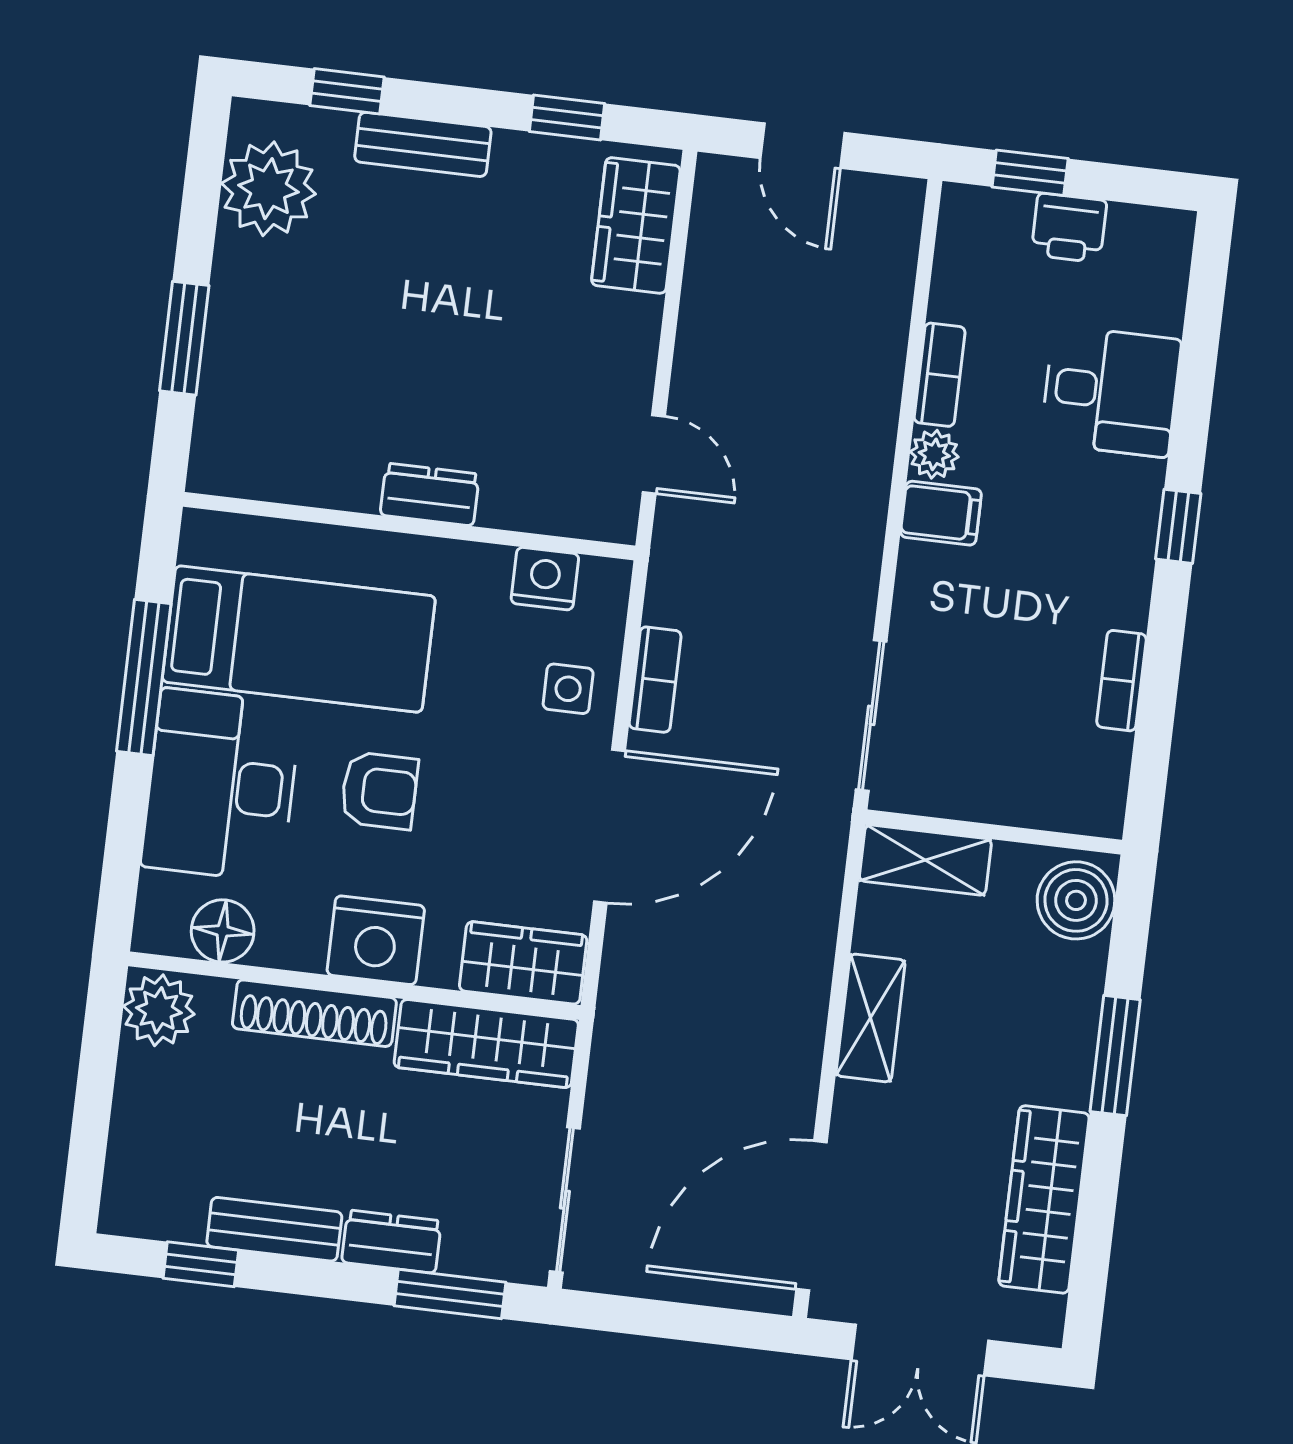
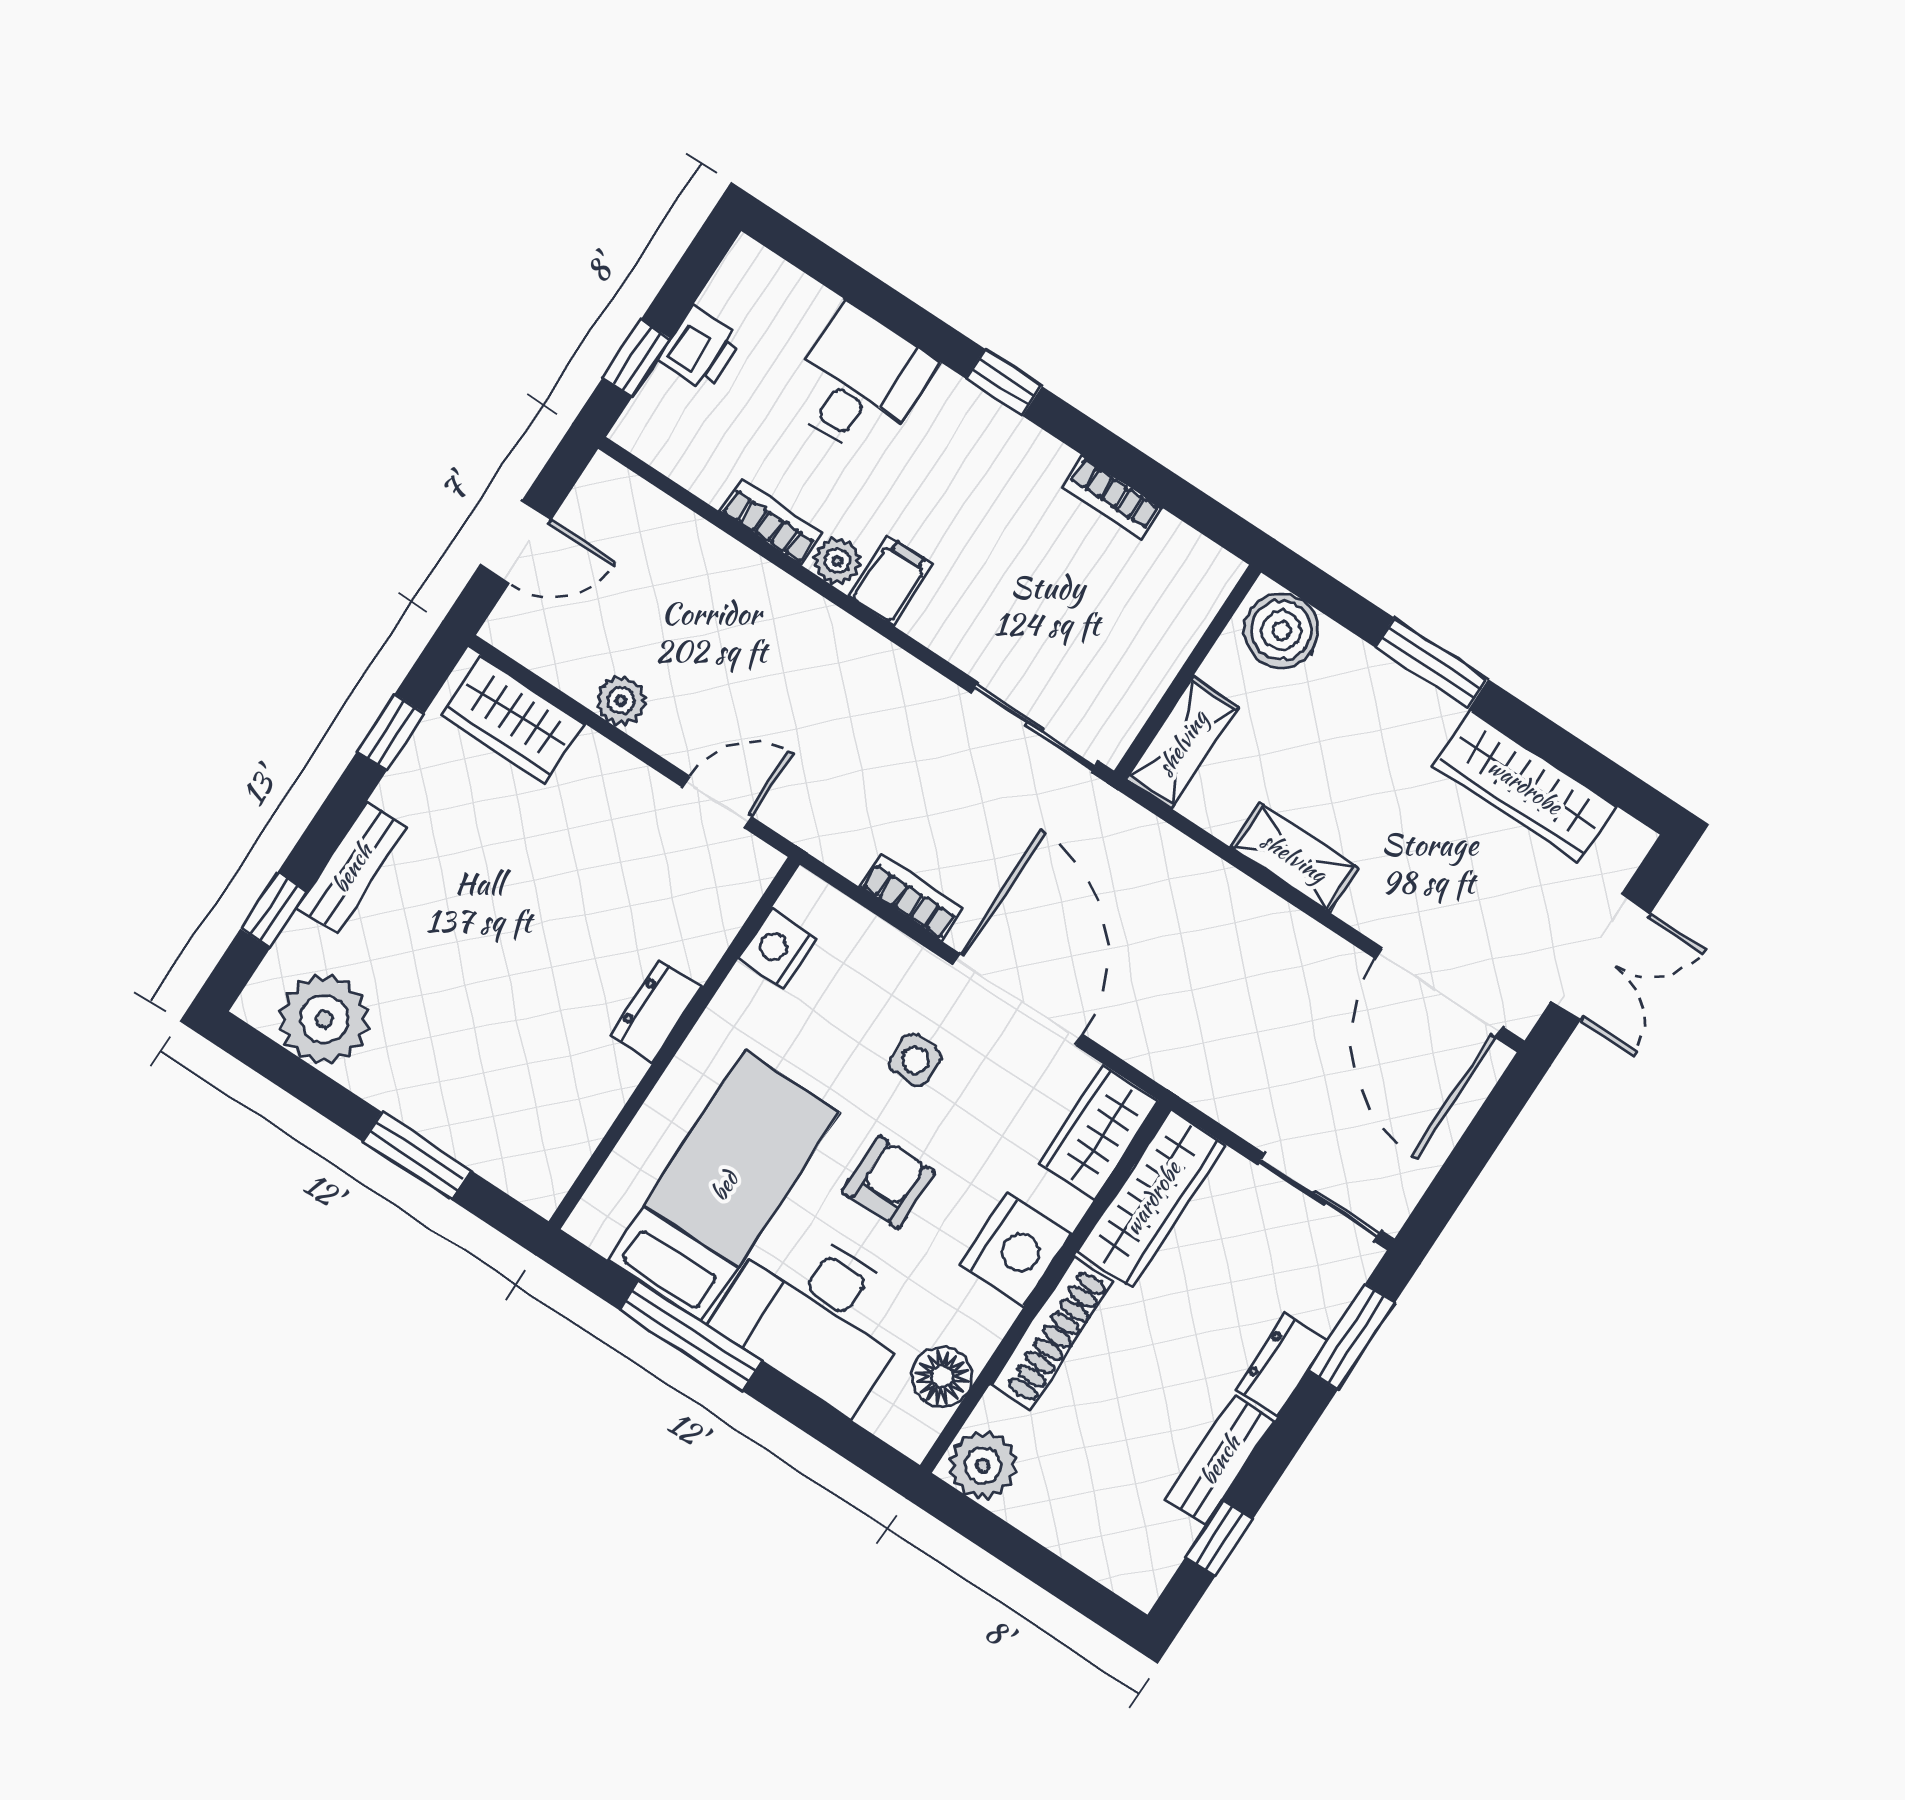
plant: (704, 317) -> (621, 701), added
side table: (568, 689) -> (915, 1060), moved

